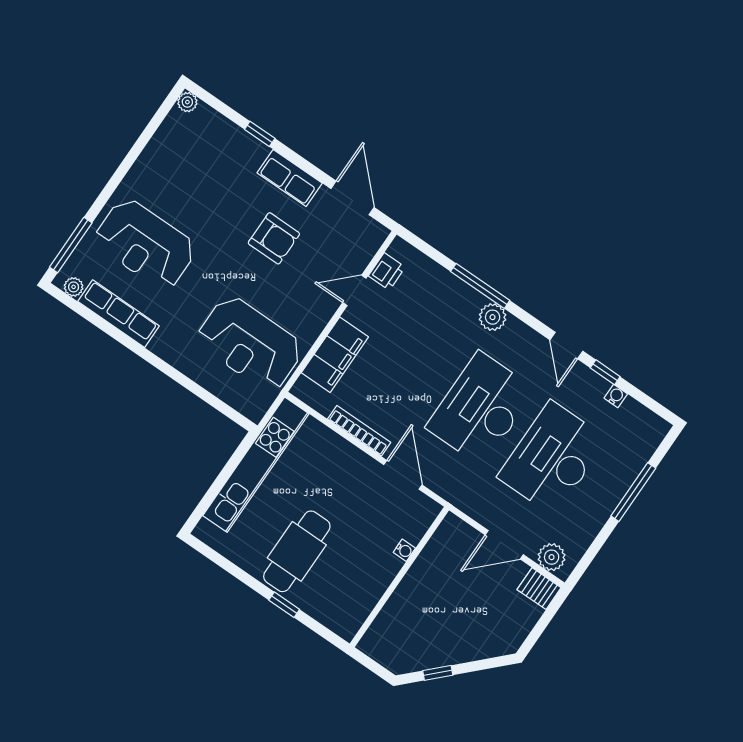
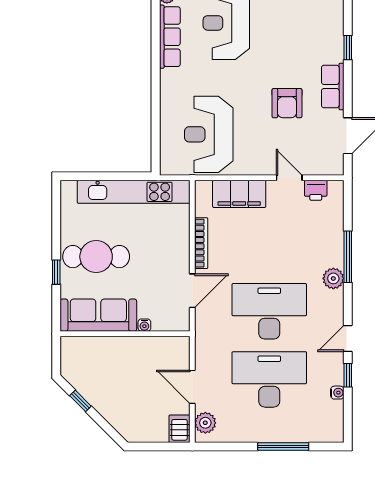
sofa: (360, 592) -> (98, 315), added

